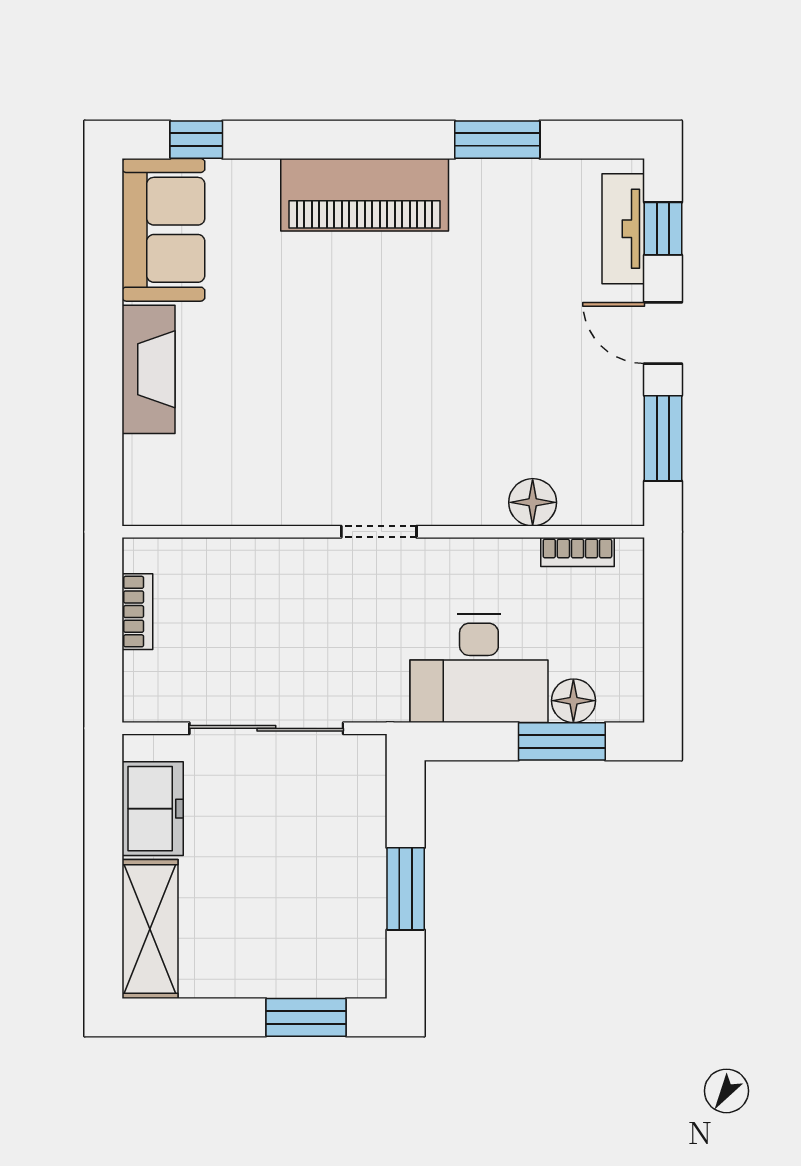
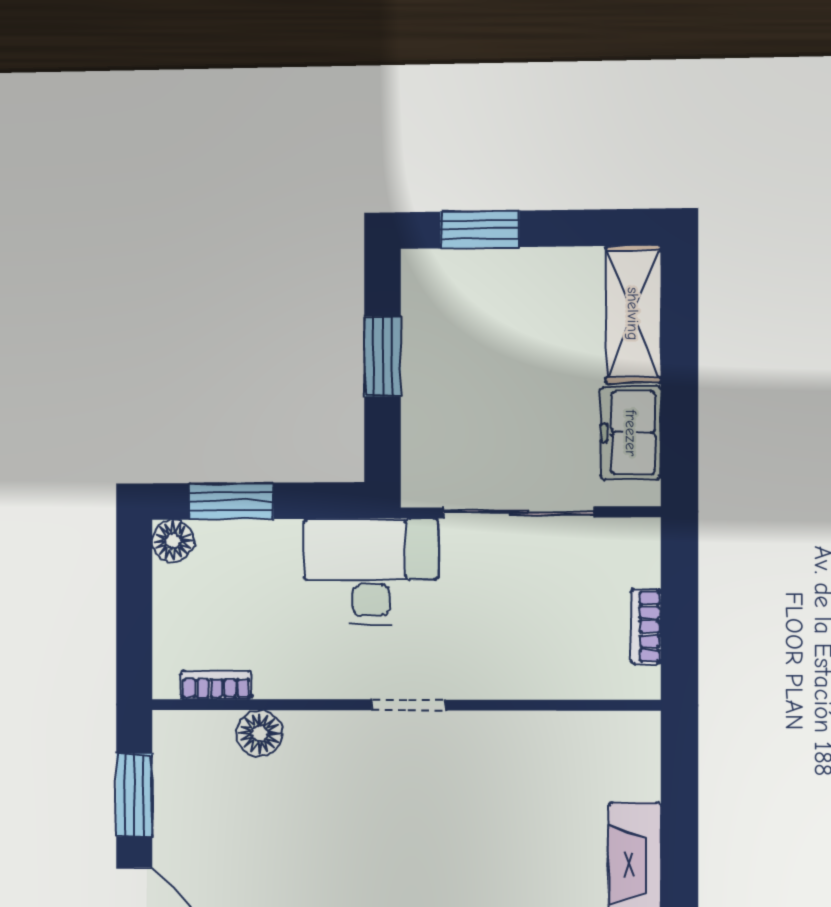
desk: (479, 669) -> (371, 571), moved
floor lamp: (573, 701) -> (173, 541), moved

